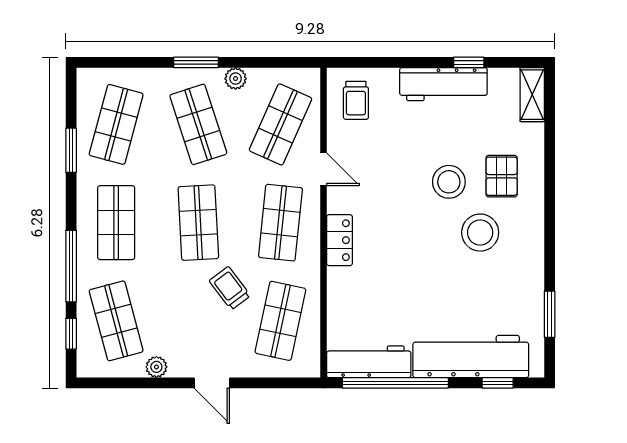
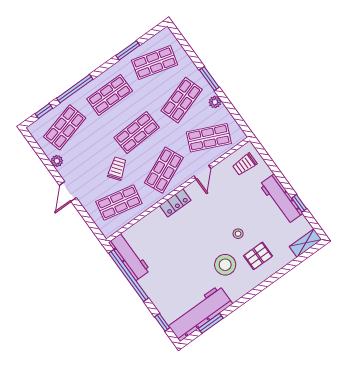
stool: (449, 182) -> (238, 234), width x0.53, depth x0.53
shop shelf: (280, 223) -> (164, 170), turned -30
workbench: (471, 356) -> (199, 313), moved, turned -90

